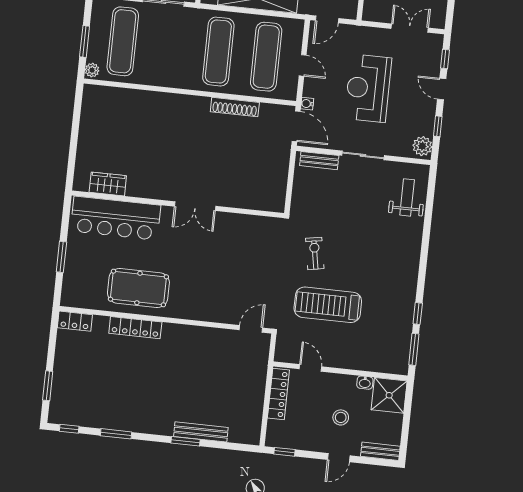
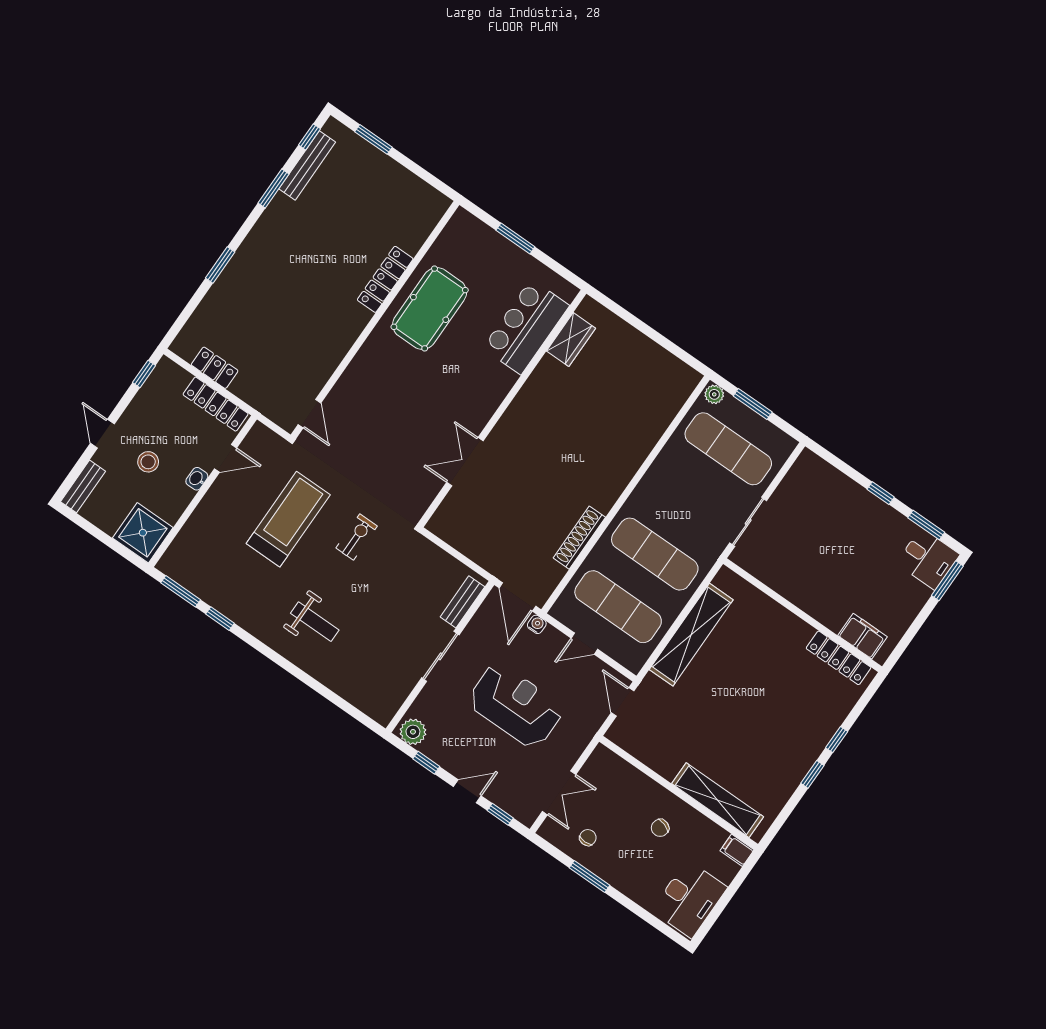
door: (296, 126) -> (517, 597), hinge flipped
weight bench: (407, 197) -> (315, 622), moved
double door: (195, 206) -> (465, 462), moved
bar counter: (116, 218) -> (526, 327), width x0.73
exercise bike: (315, 253) -> (357, 537), turned -80
locker: (75, 321) -> (215, 368), moved, turned 90
washbasin: (365, 383) -> (197, 479), moved
bench: (201, 432) -> (307, 165), moved

